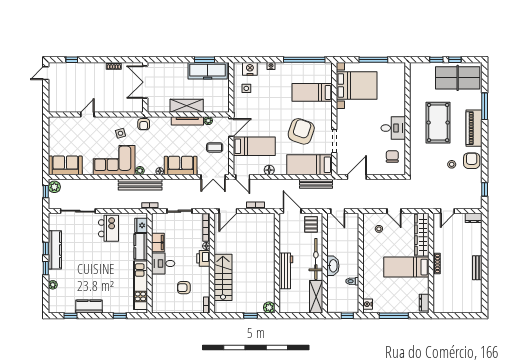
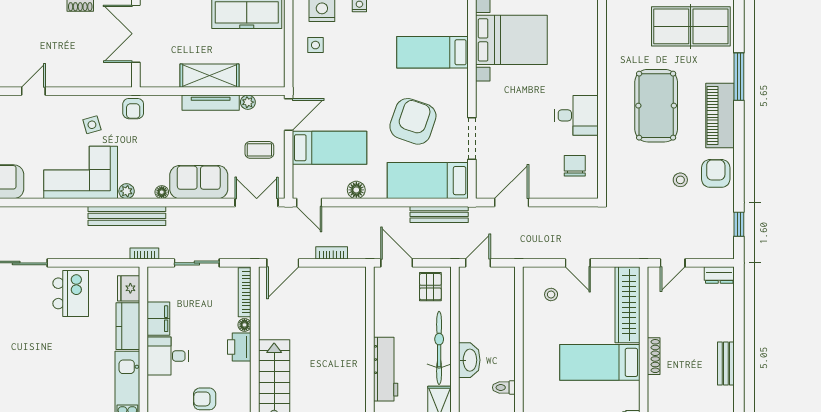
double door: (213, 177) -> (257, 203), swing flipped
door: (338, 211) -> (478, 263), swing flipped

